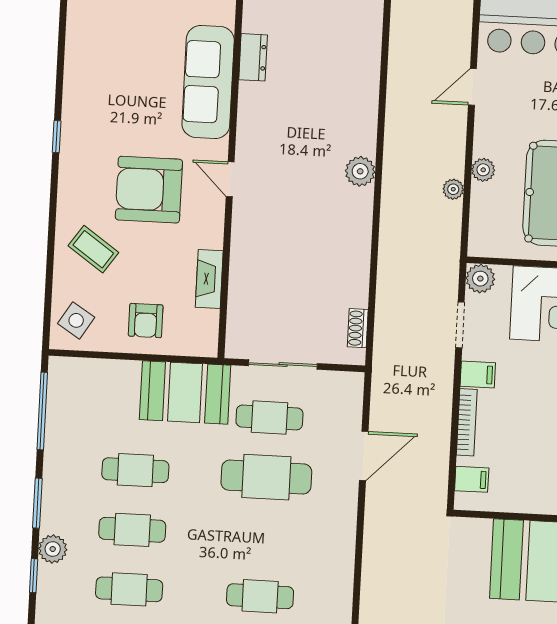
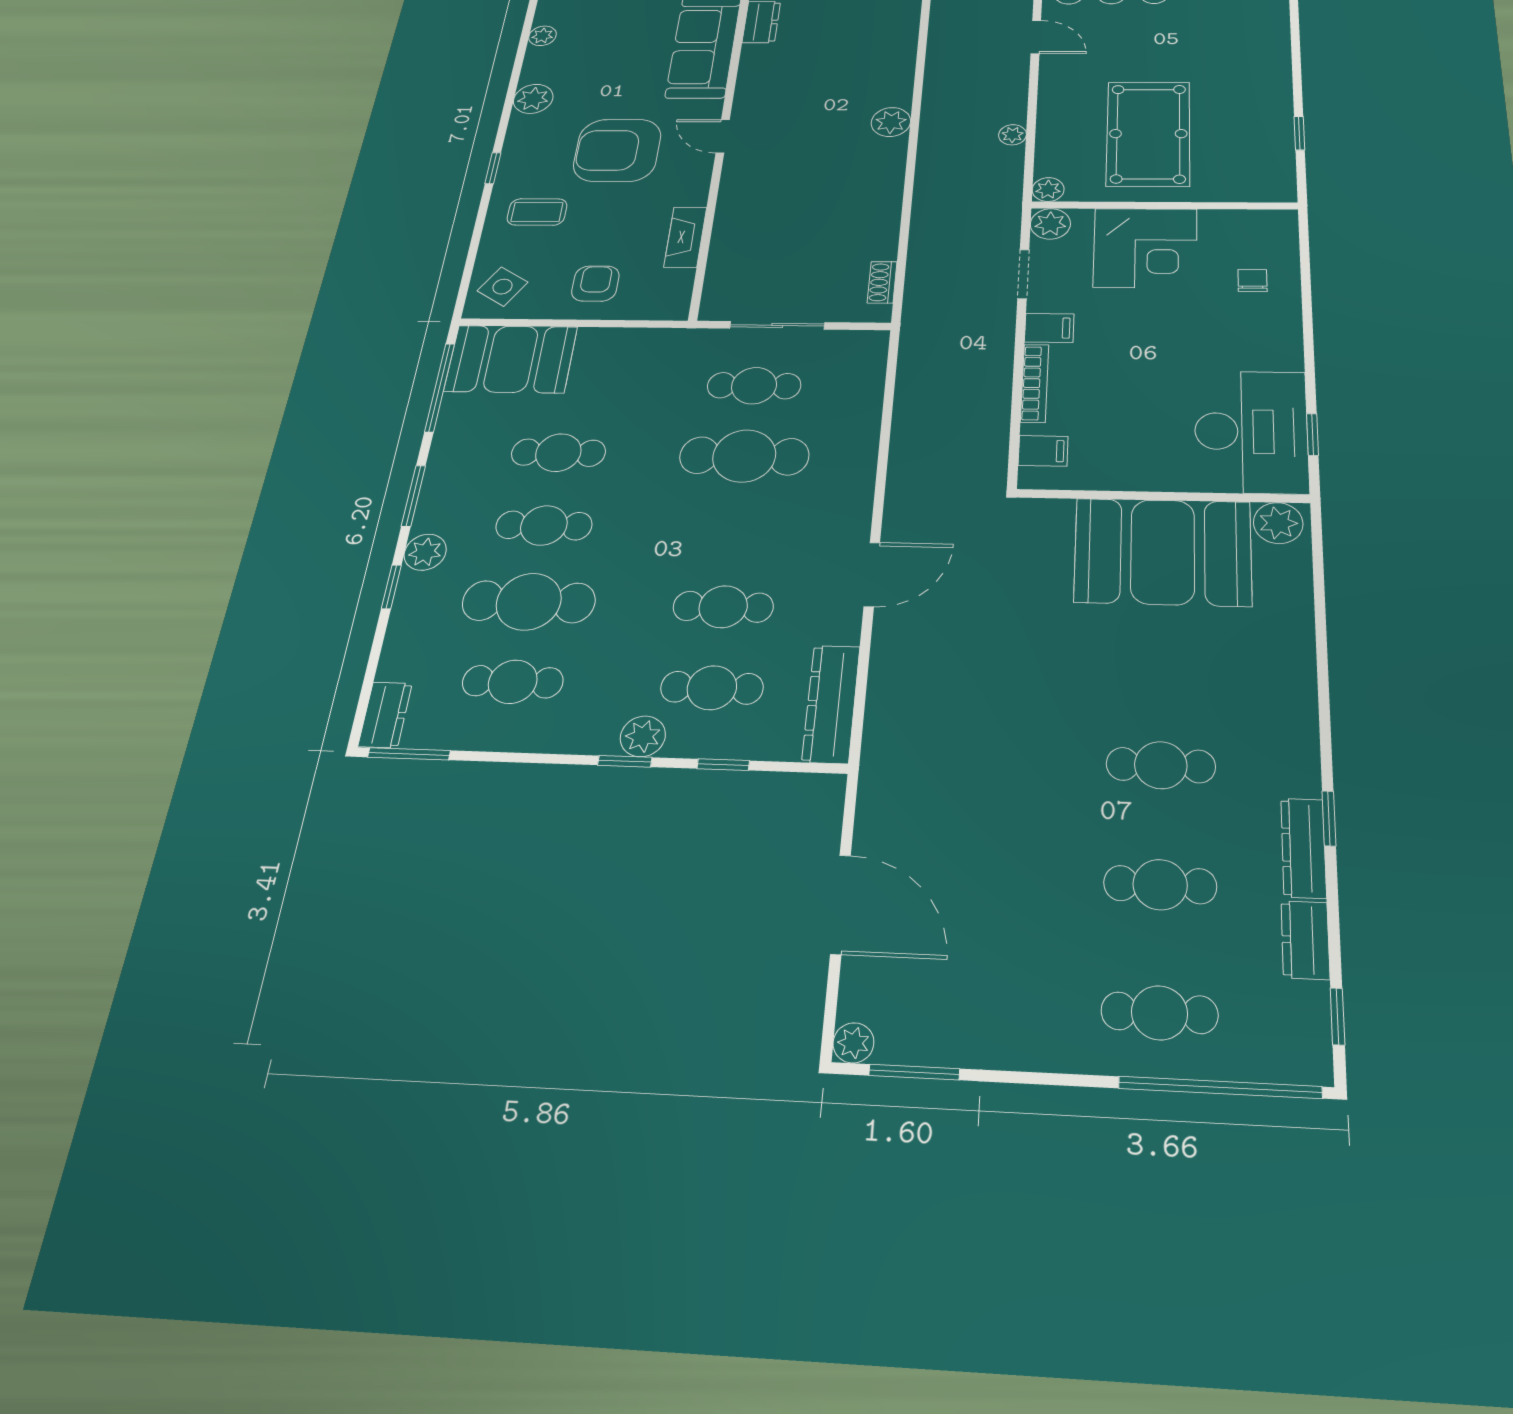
plant: (75, 62) -> (542, 36), added
door: (472, 87) -> (1036, 37), swing flipped
plant: (76, 132) -> (533, 99), added
window: (57, 137) -> (493, 168), moved
plant: (483, 170) -> (1048, 190), moved
coffee table: (93, 249) -> (537, 212), turned -35
armchair: (146, 321) -> (595, 284), turned 180
booth: (185, 392) -> (511, 359), moved
door: (364, 456) -> (872, 574), moved
cafe table: (129, 589) -> (529, 602), width x1.37, depth x1.35

